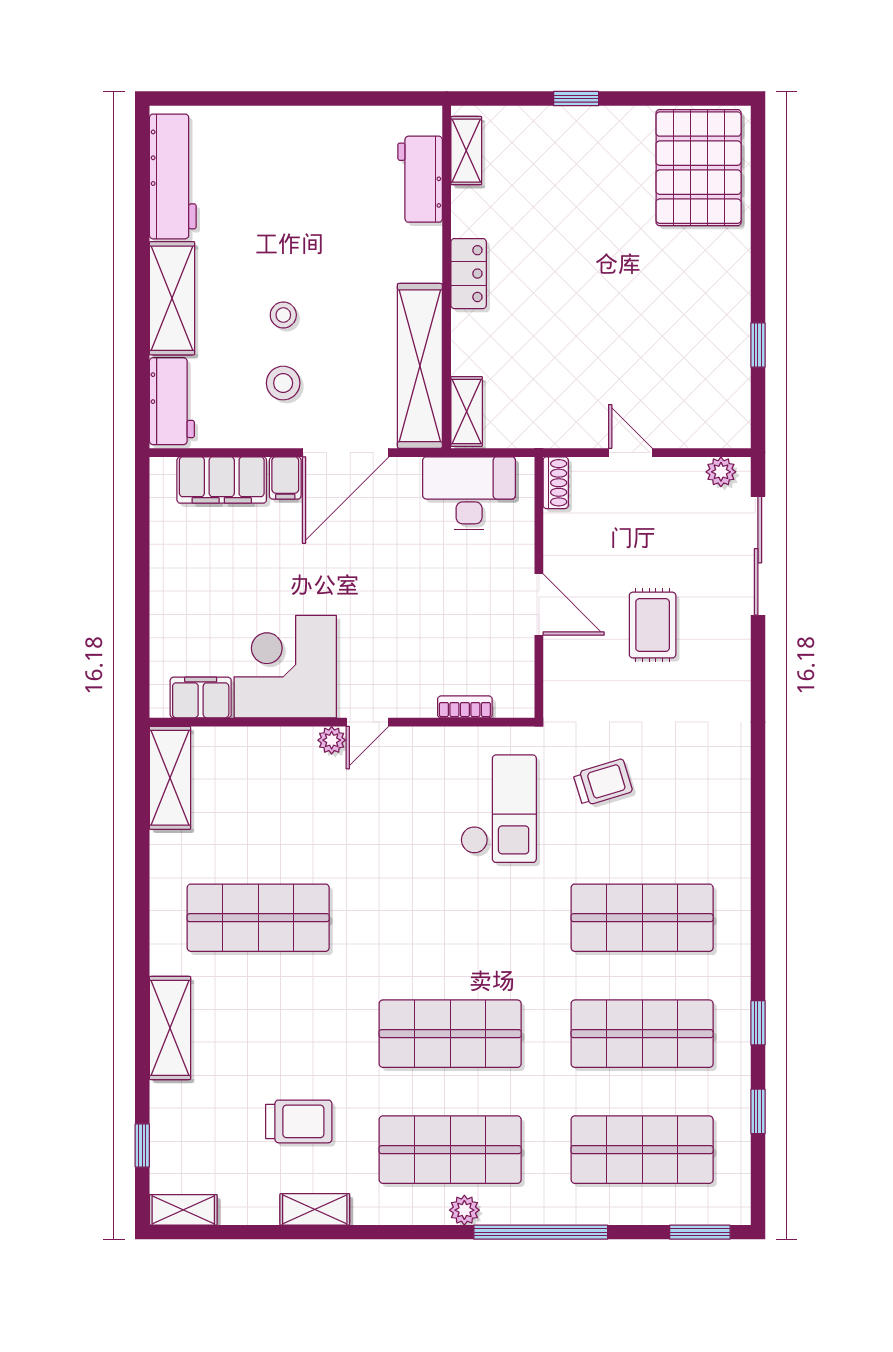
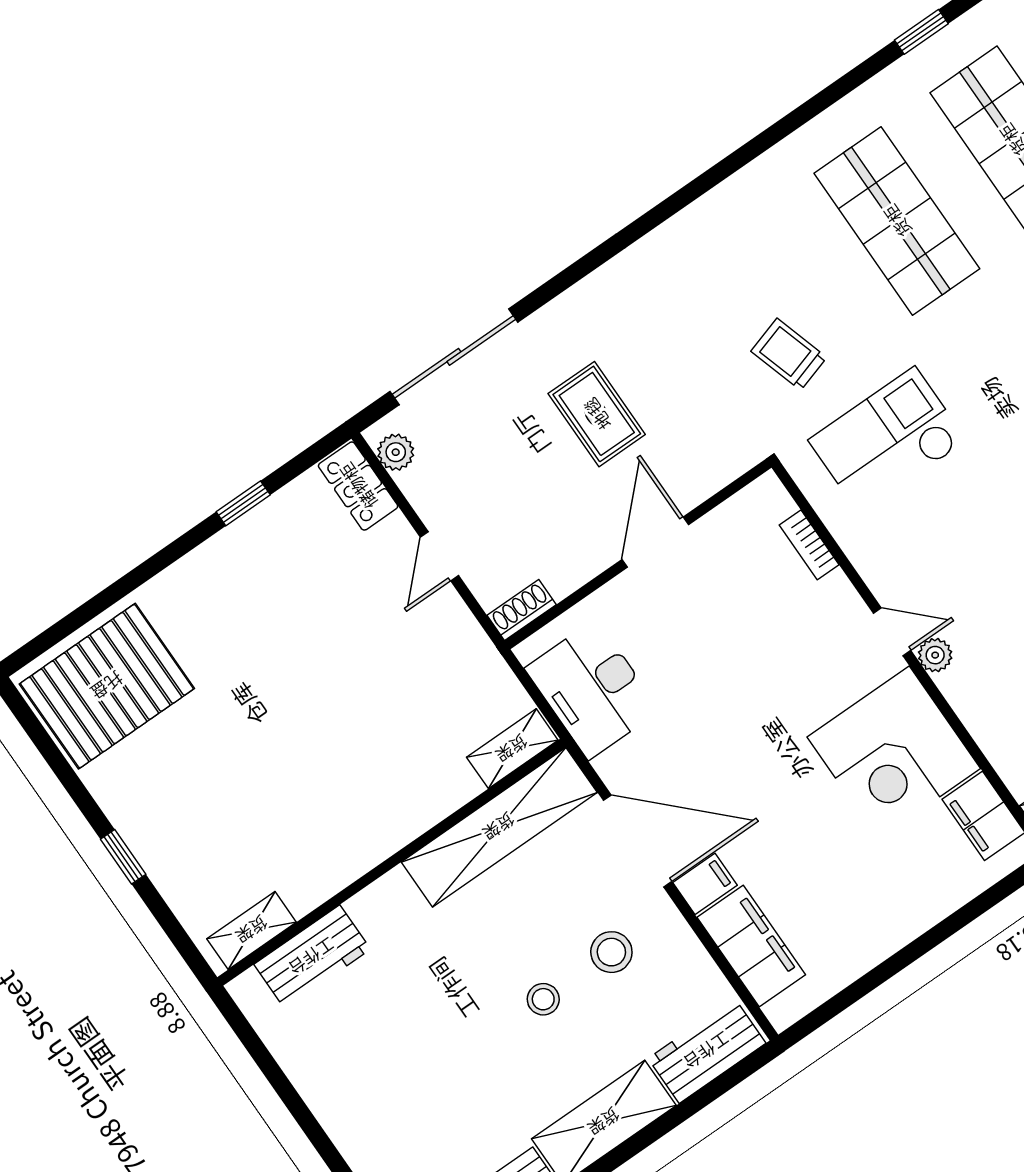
locker: (469, 274) -> (358, 486), moved, turned -90
rug: (653, 625) -> (597, 414), turned 90

